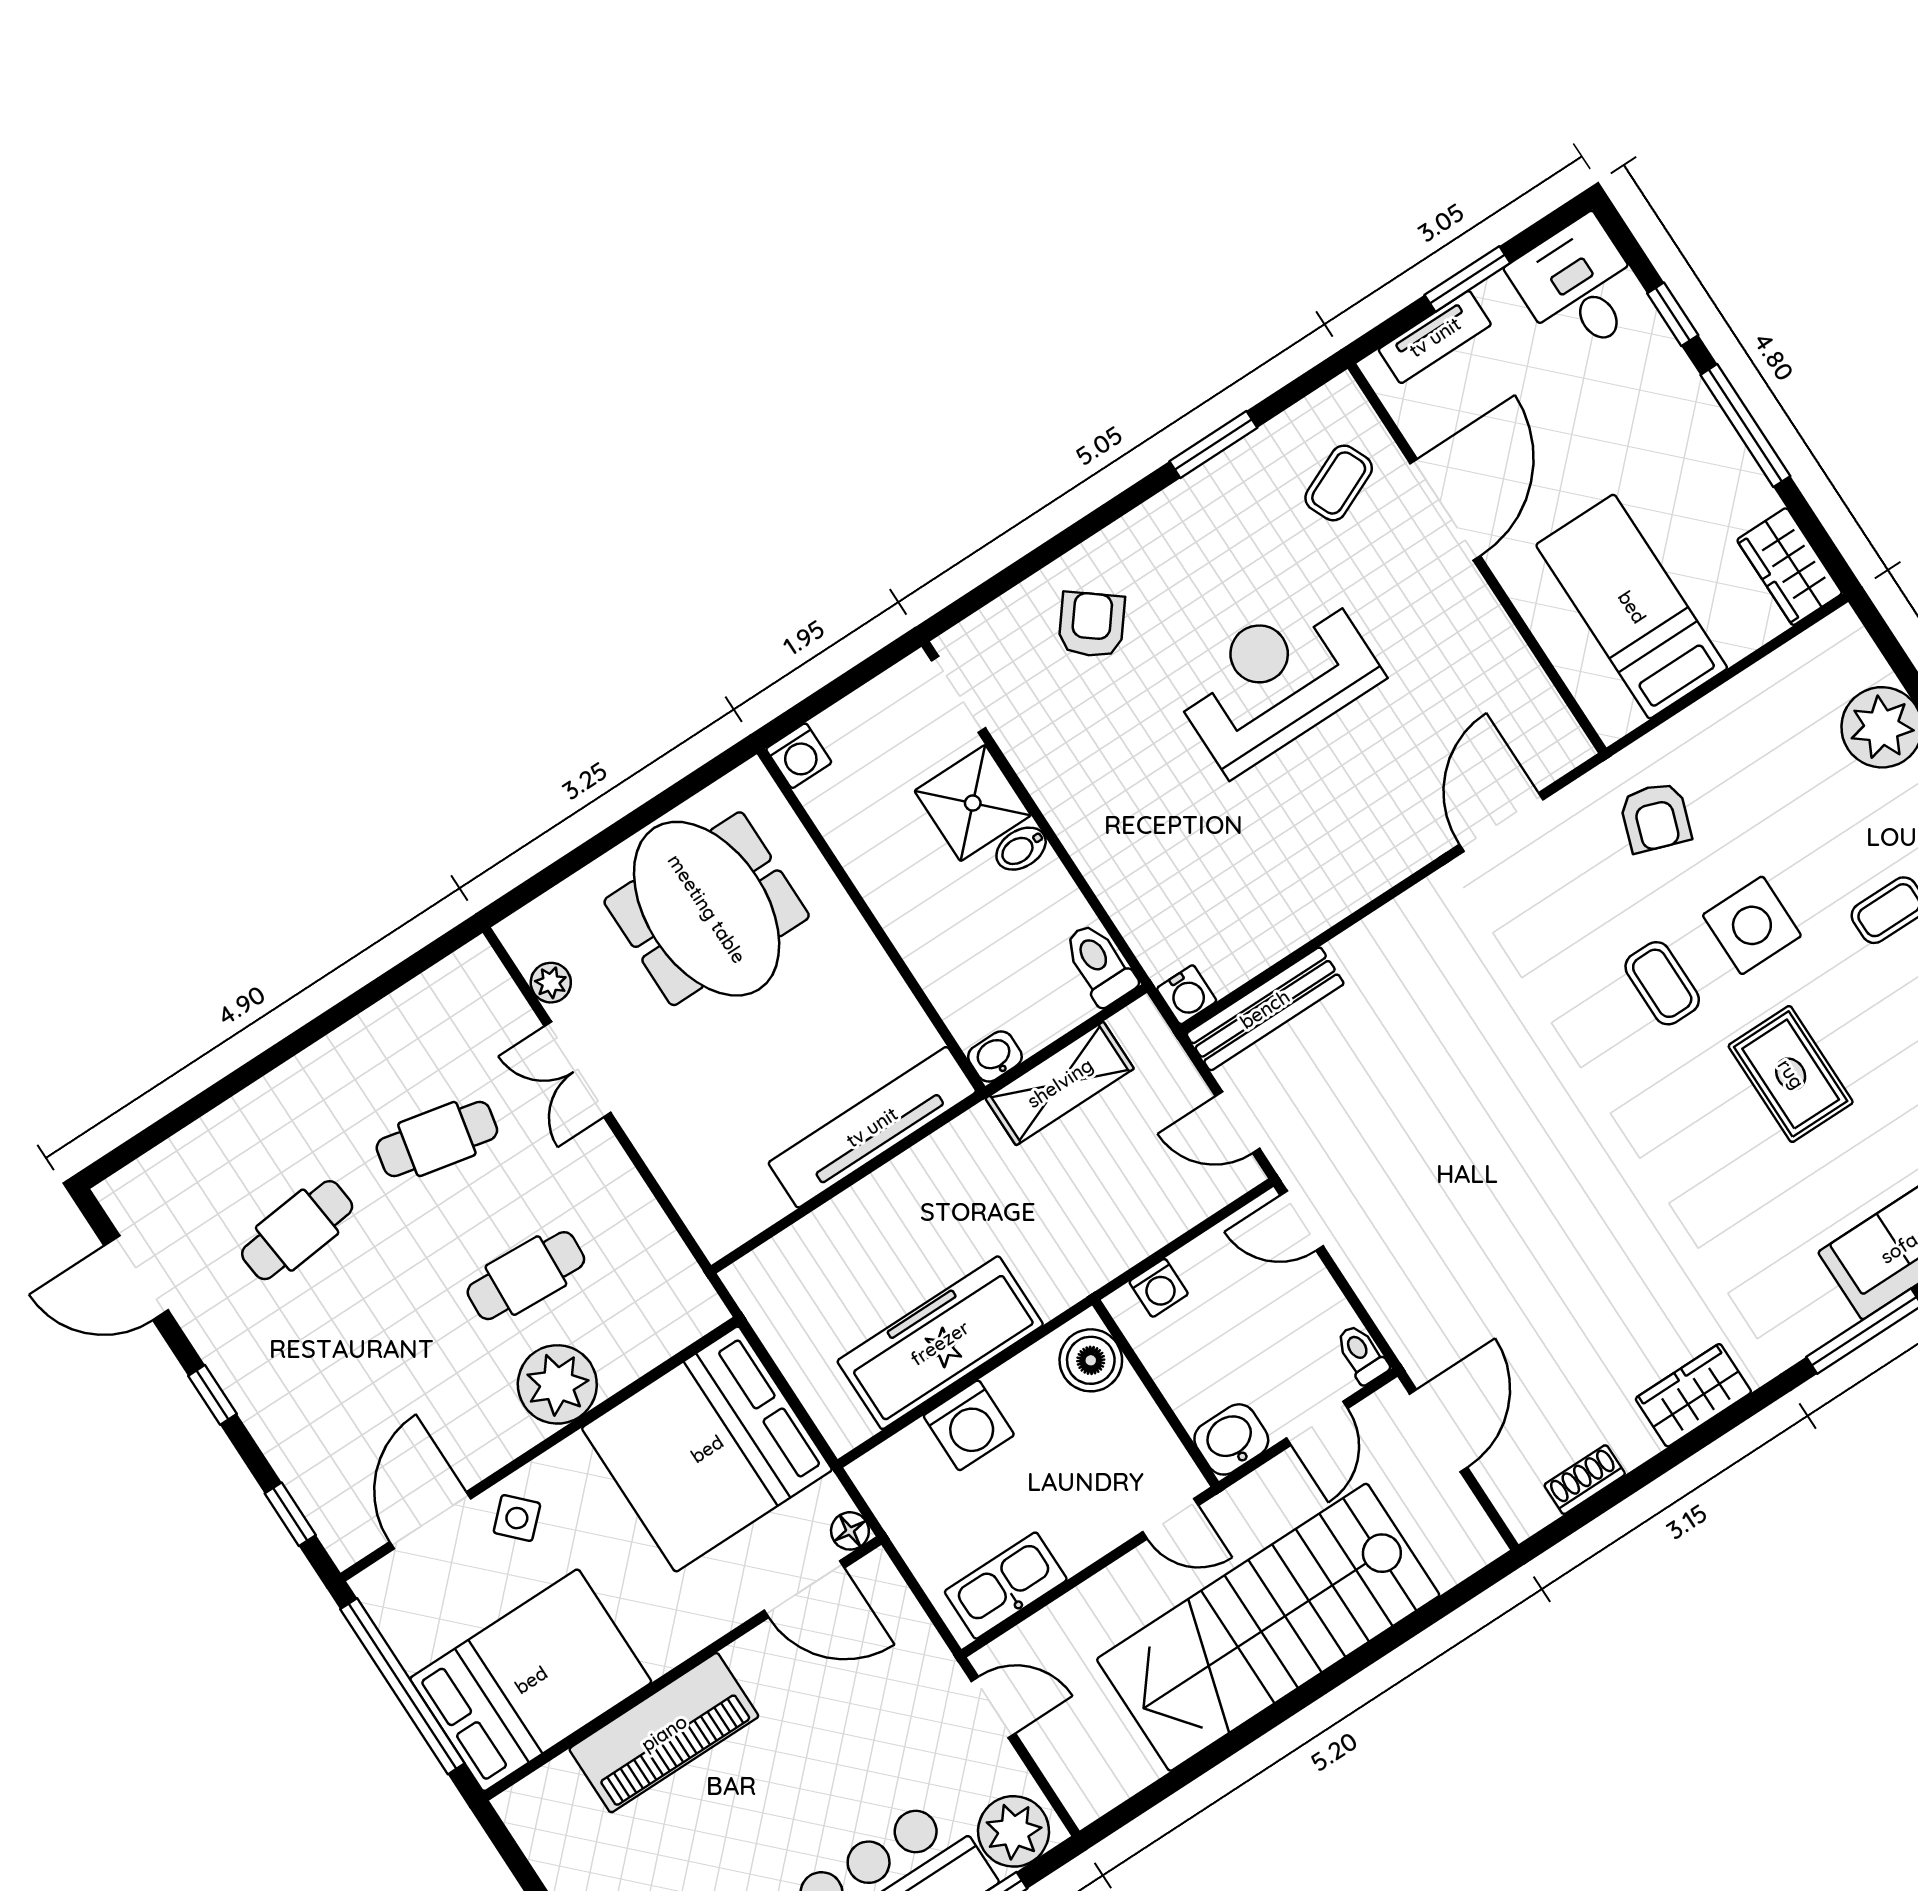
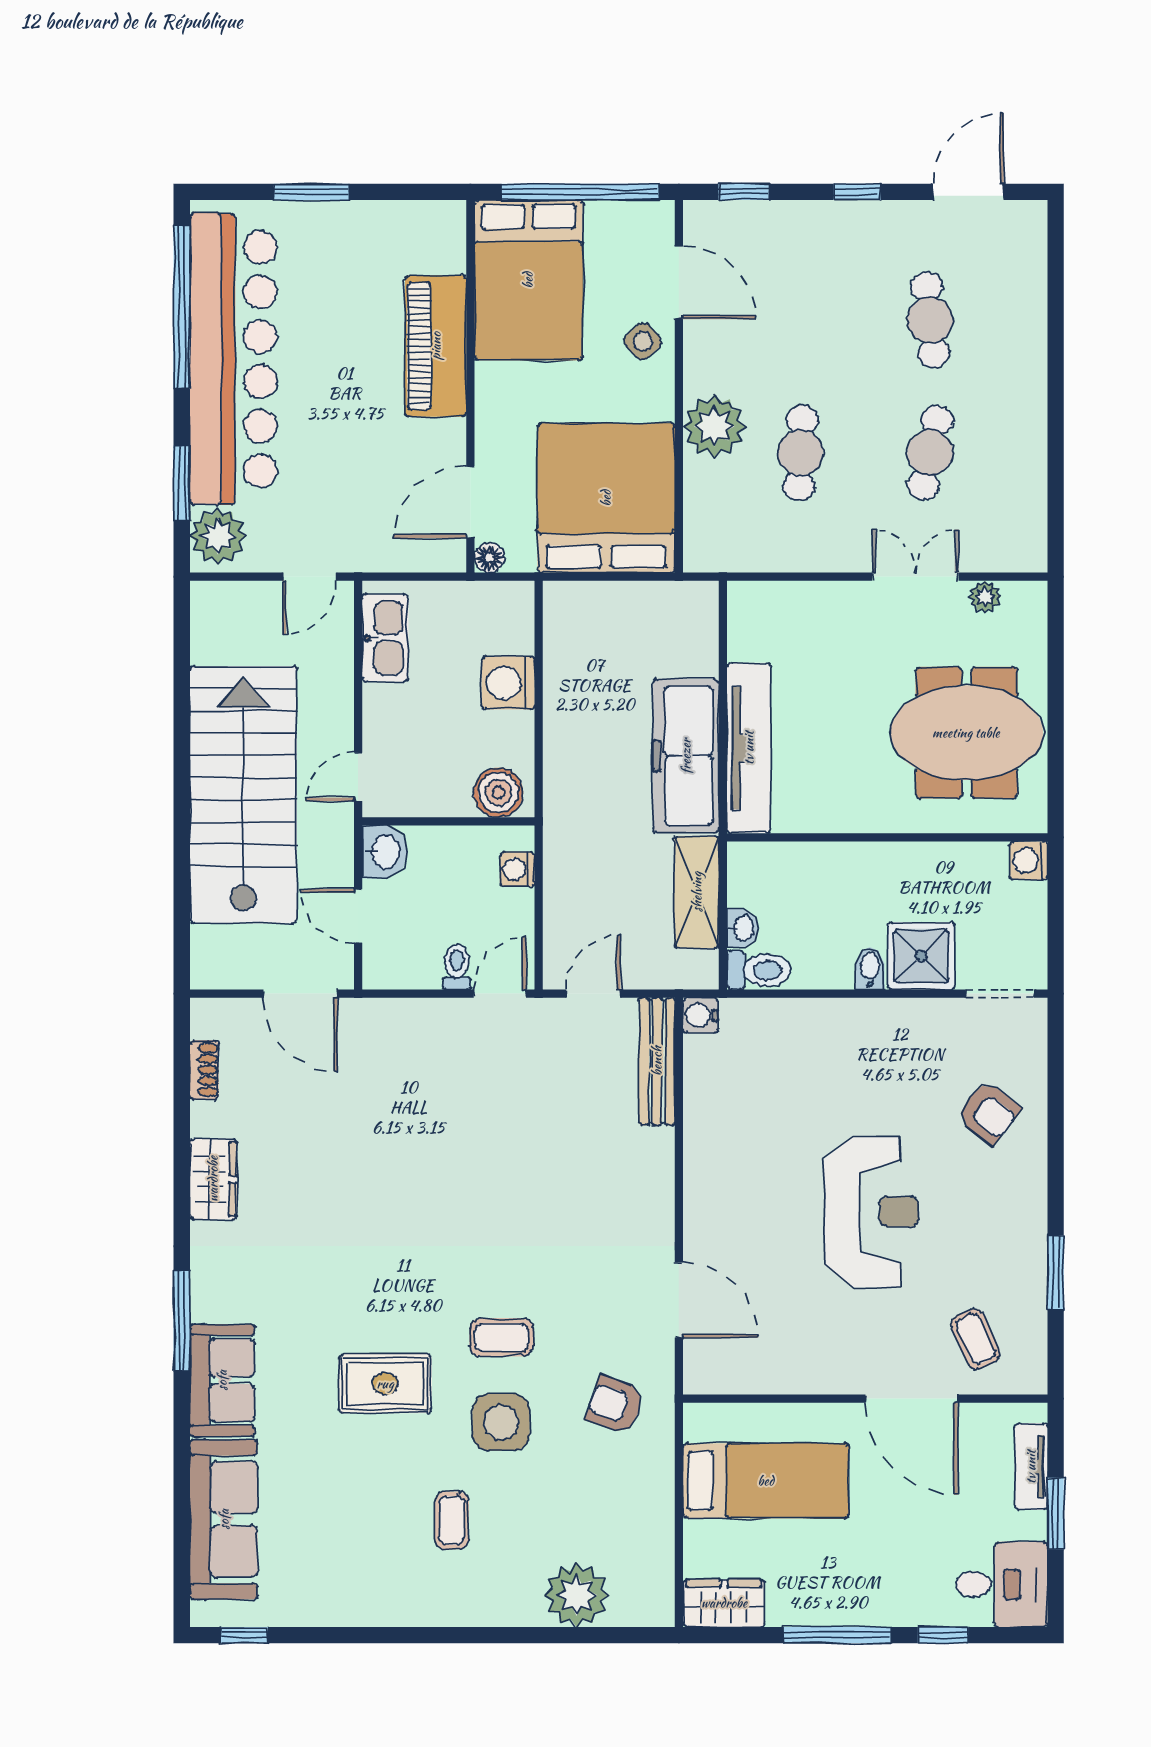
washbasin: (995, 1056) -> (743, 928), moved
freezer: (940, 1343) -> (686, 756), moved, turned 180
toilet: (1362, 1354) -> (457, 967), moved, turned -90

